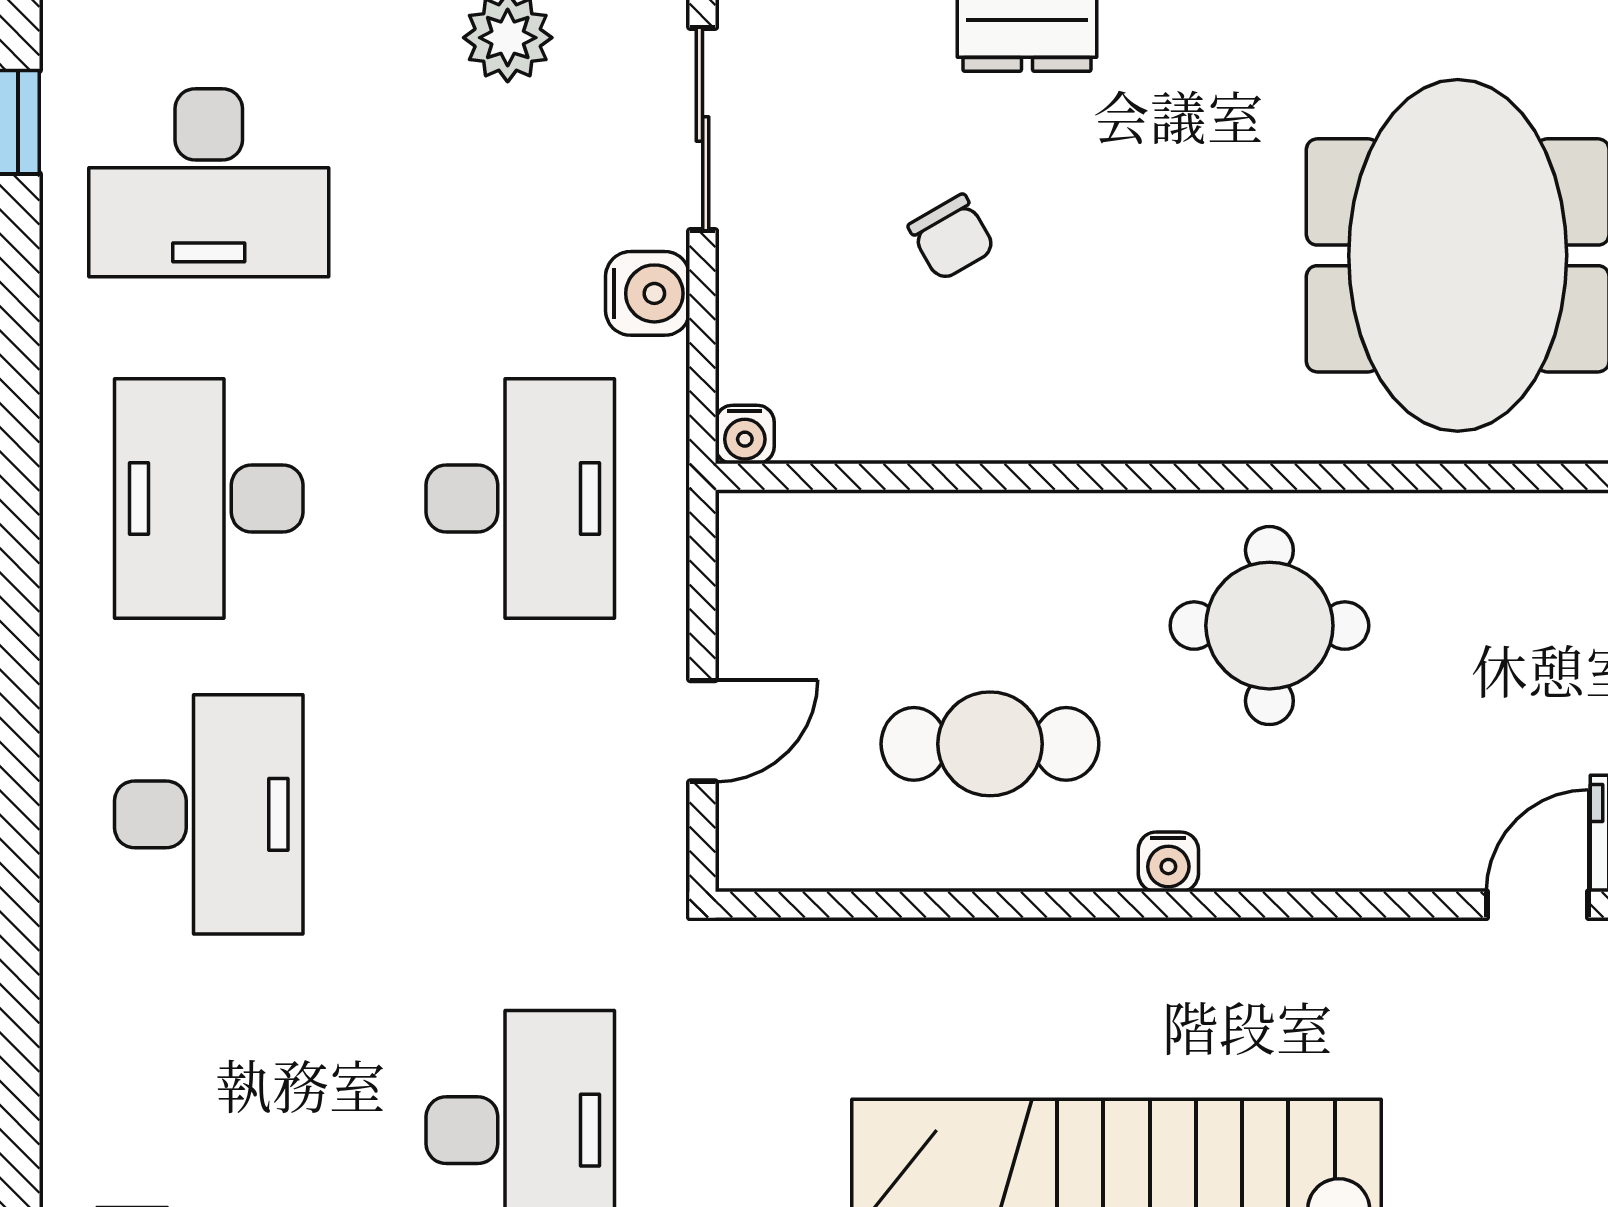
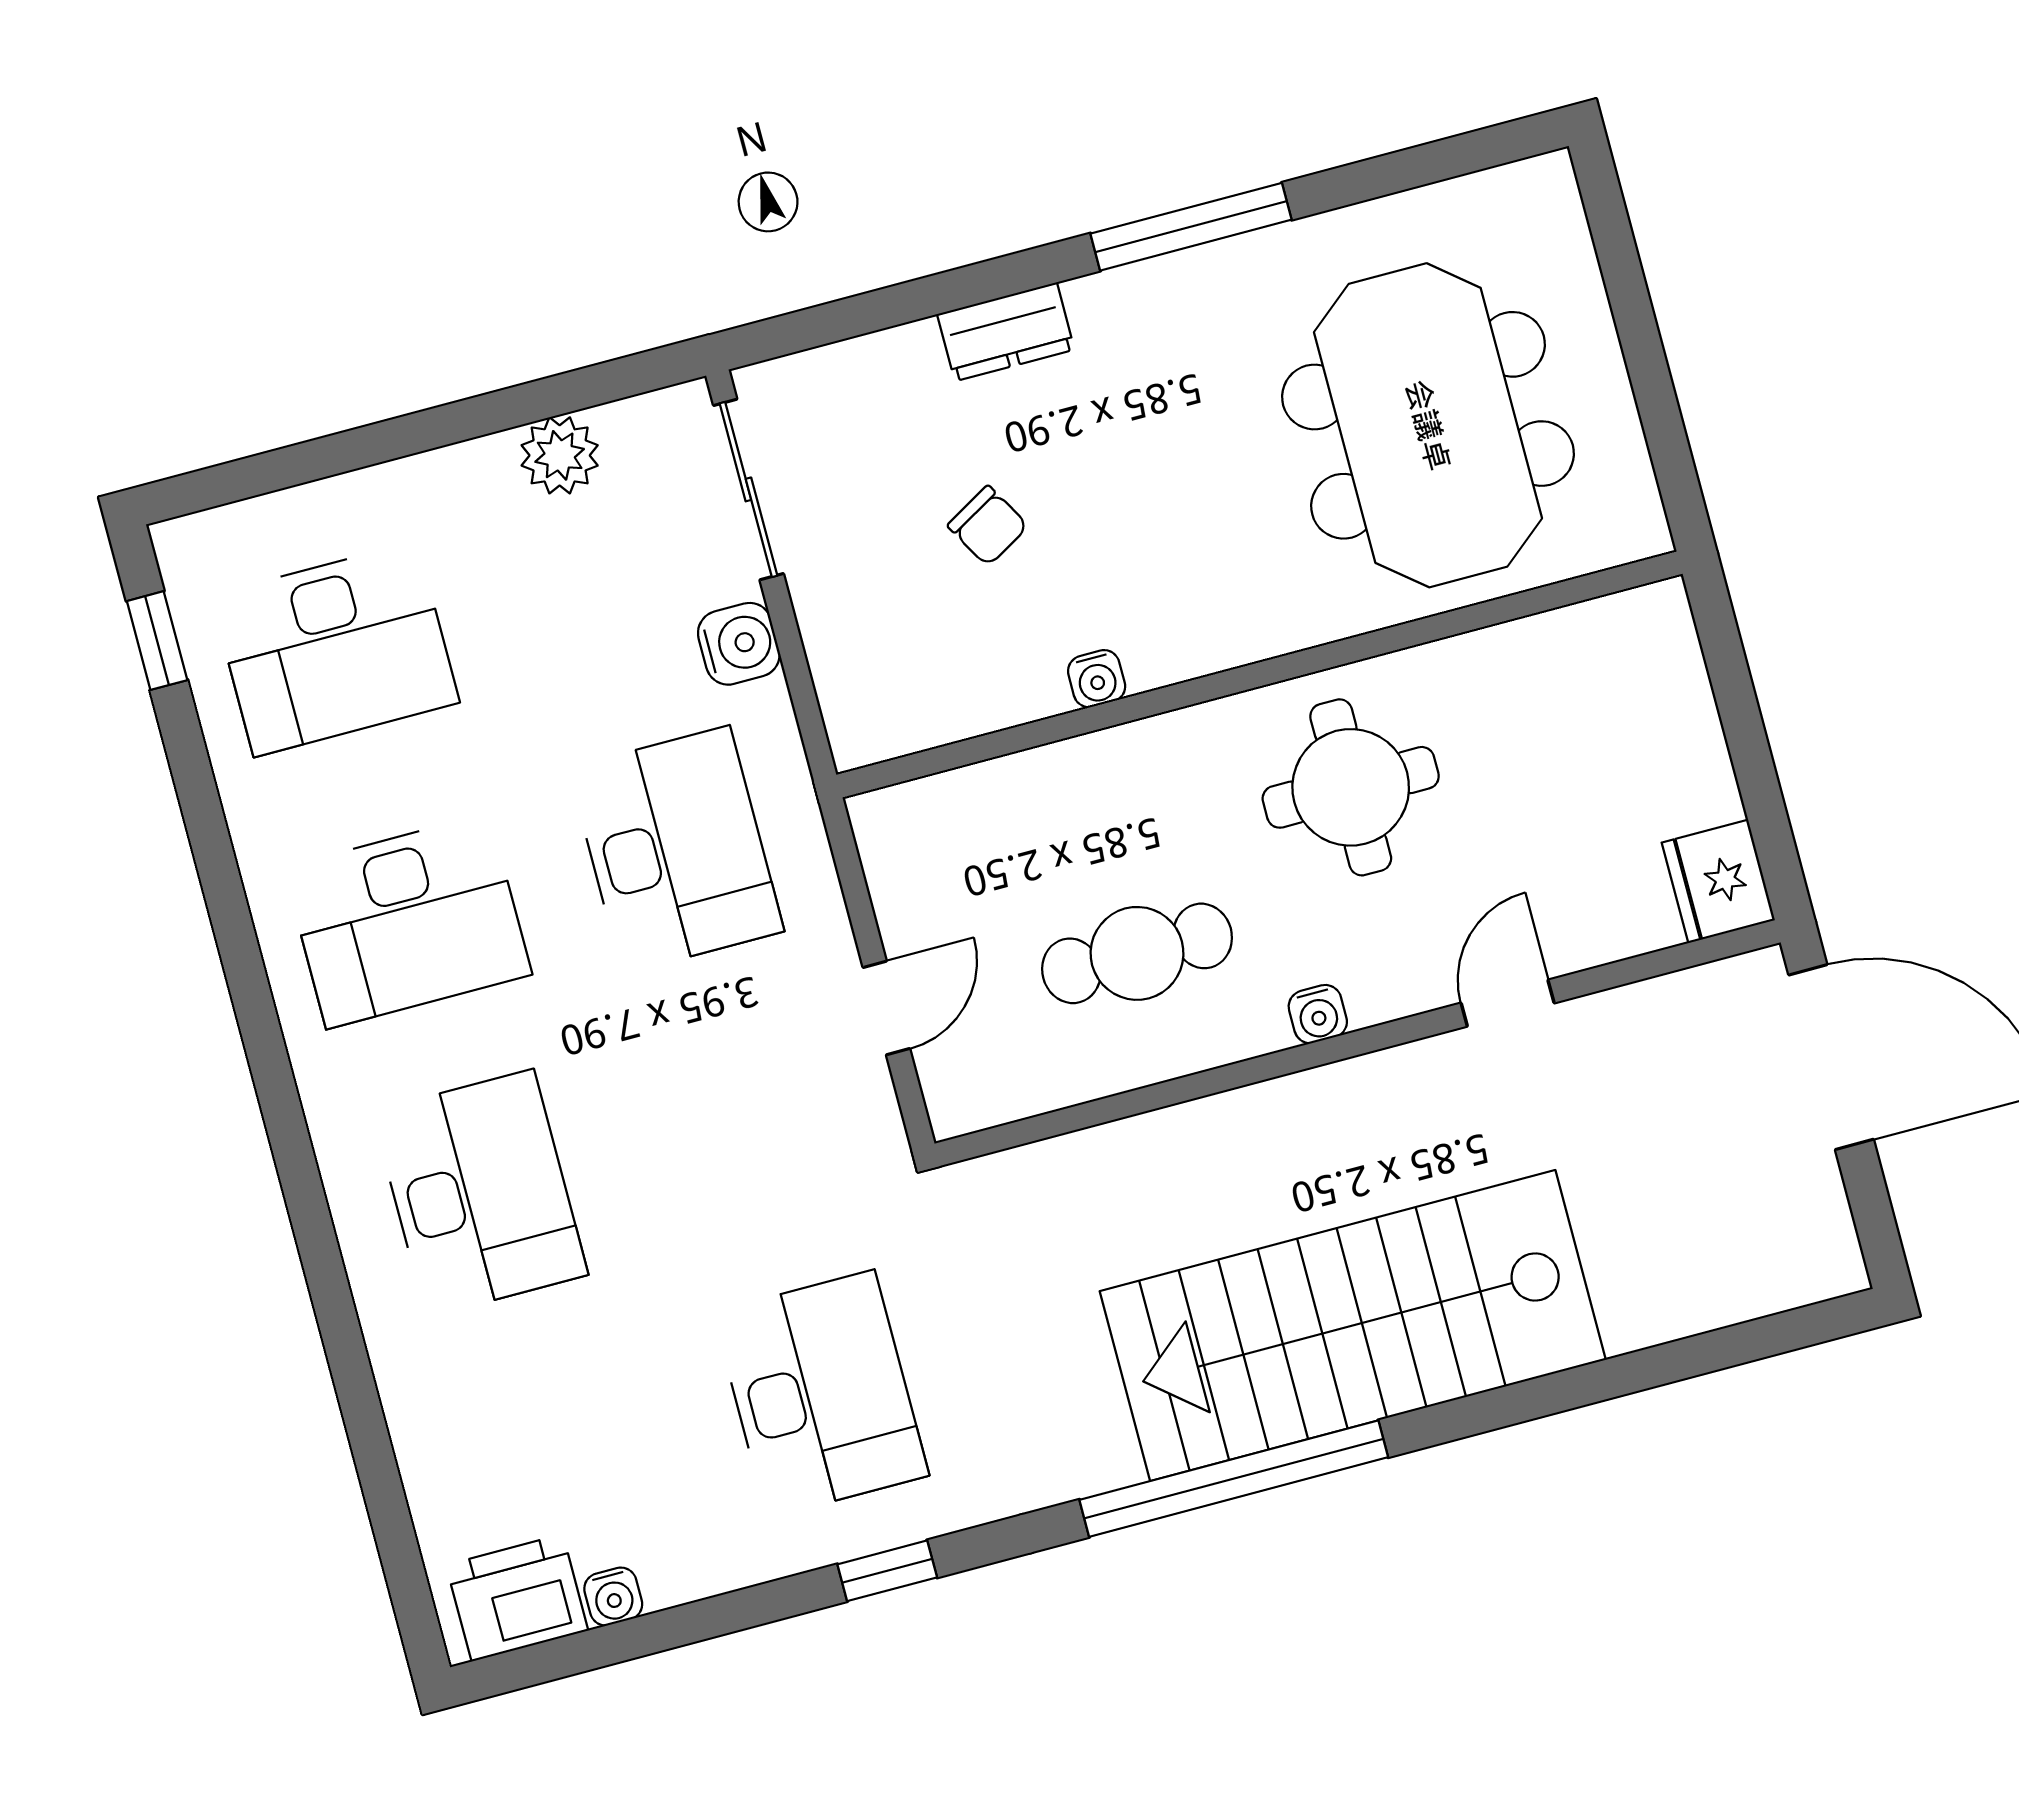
water cooler: (745, 434) -> (1097, 679), moved
desk: (209, 499) -> (408, 921), turned -90
door: (1537, 905) -> (1508, 1003), moved

